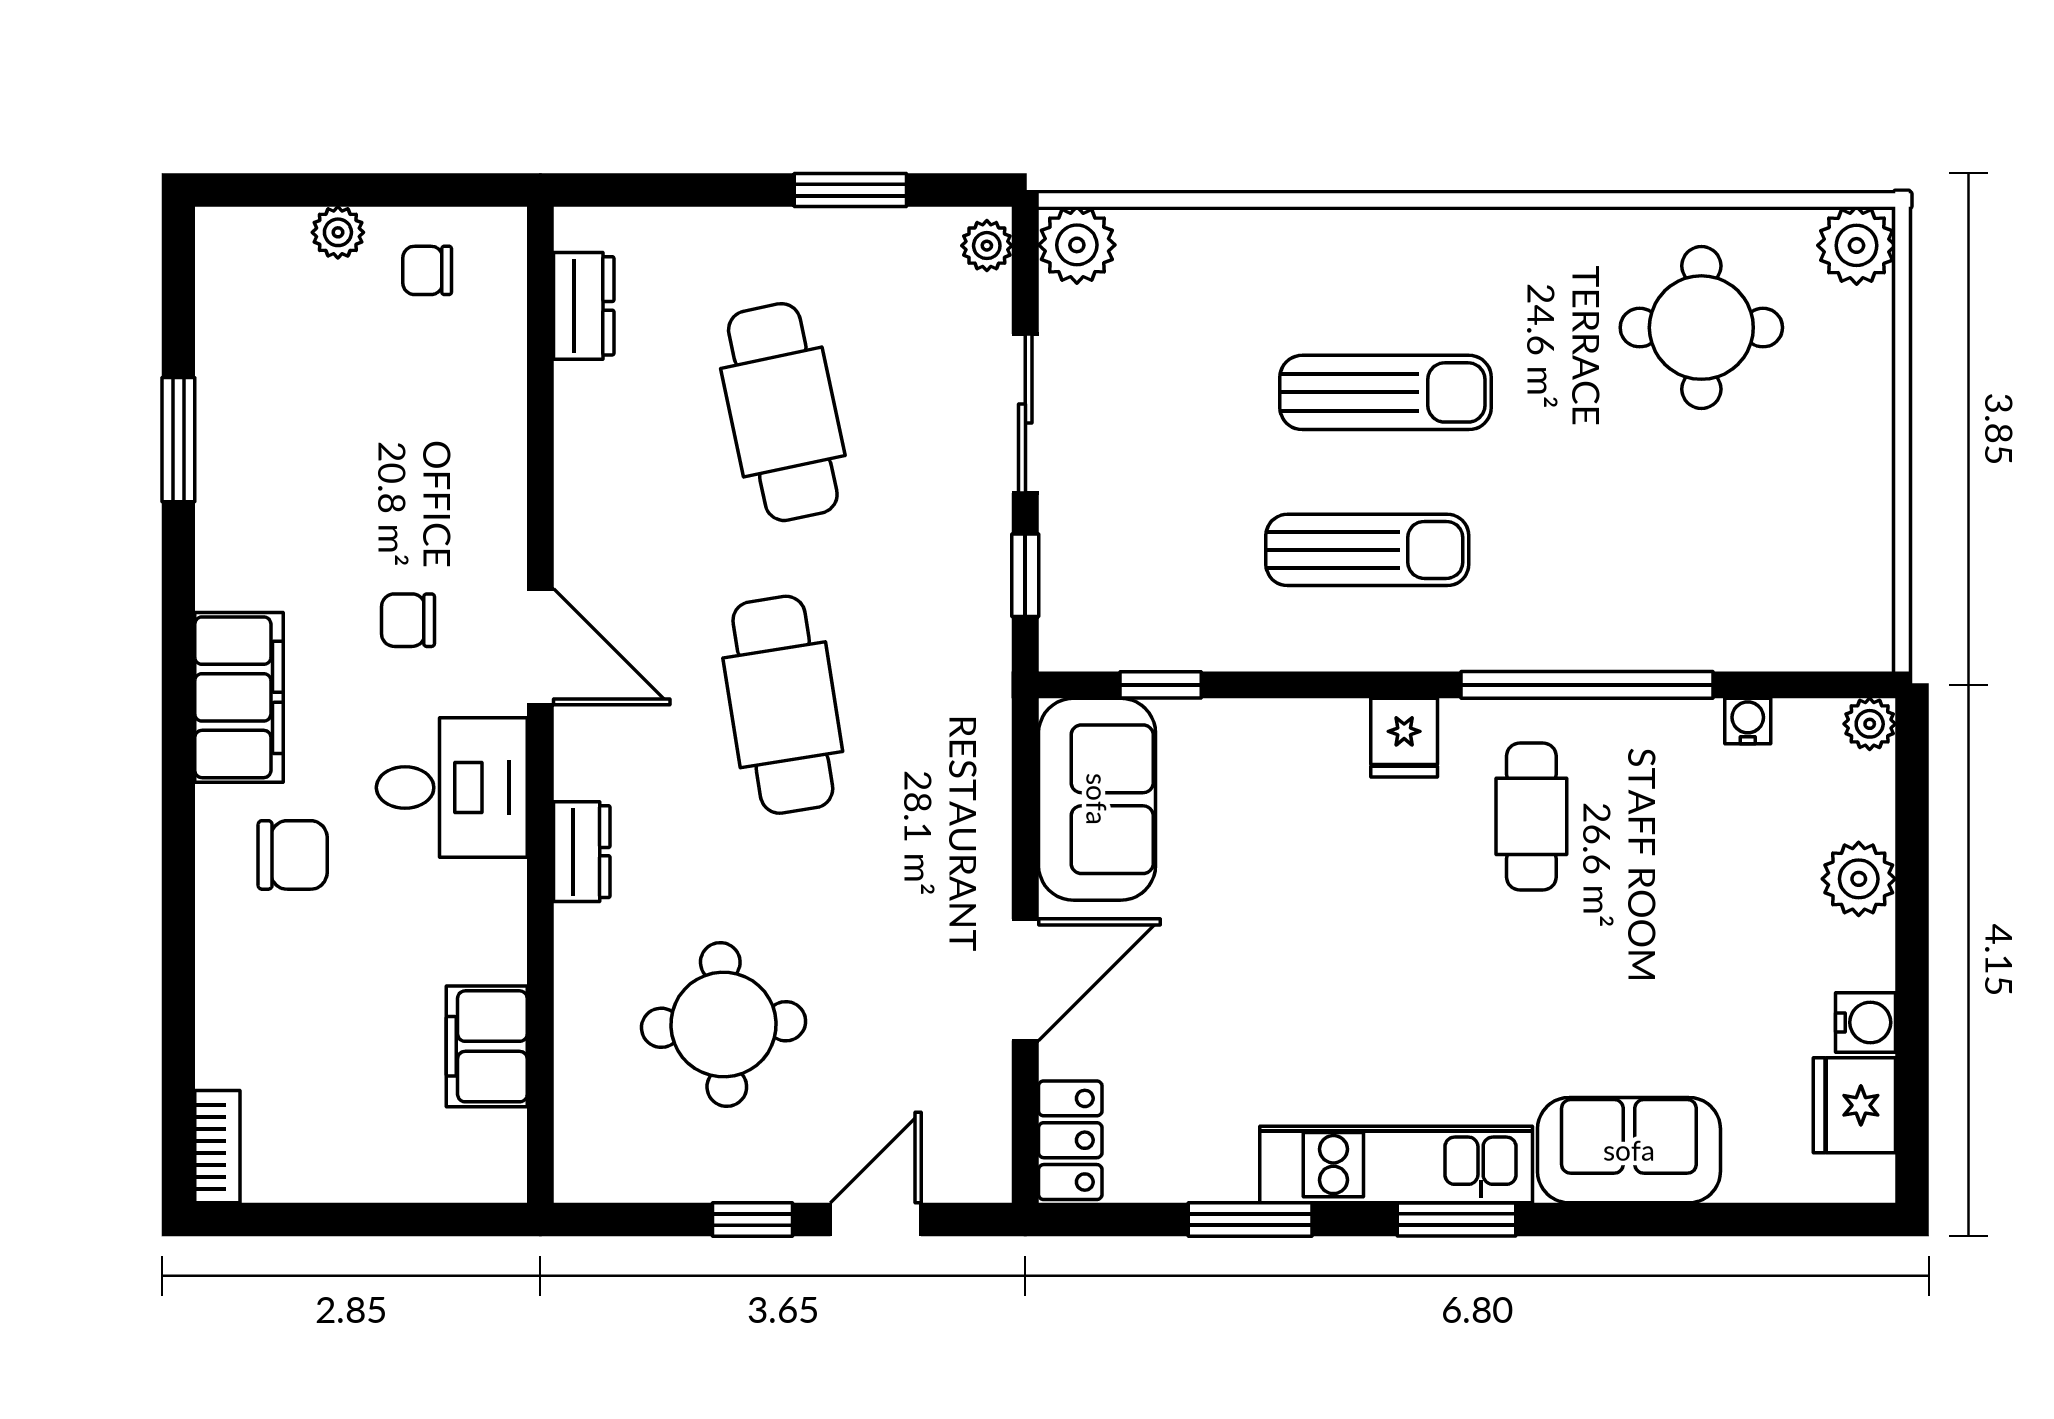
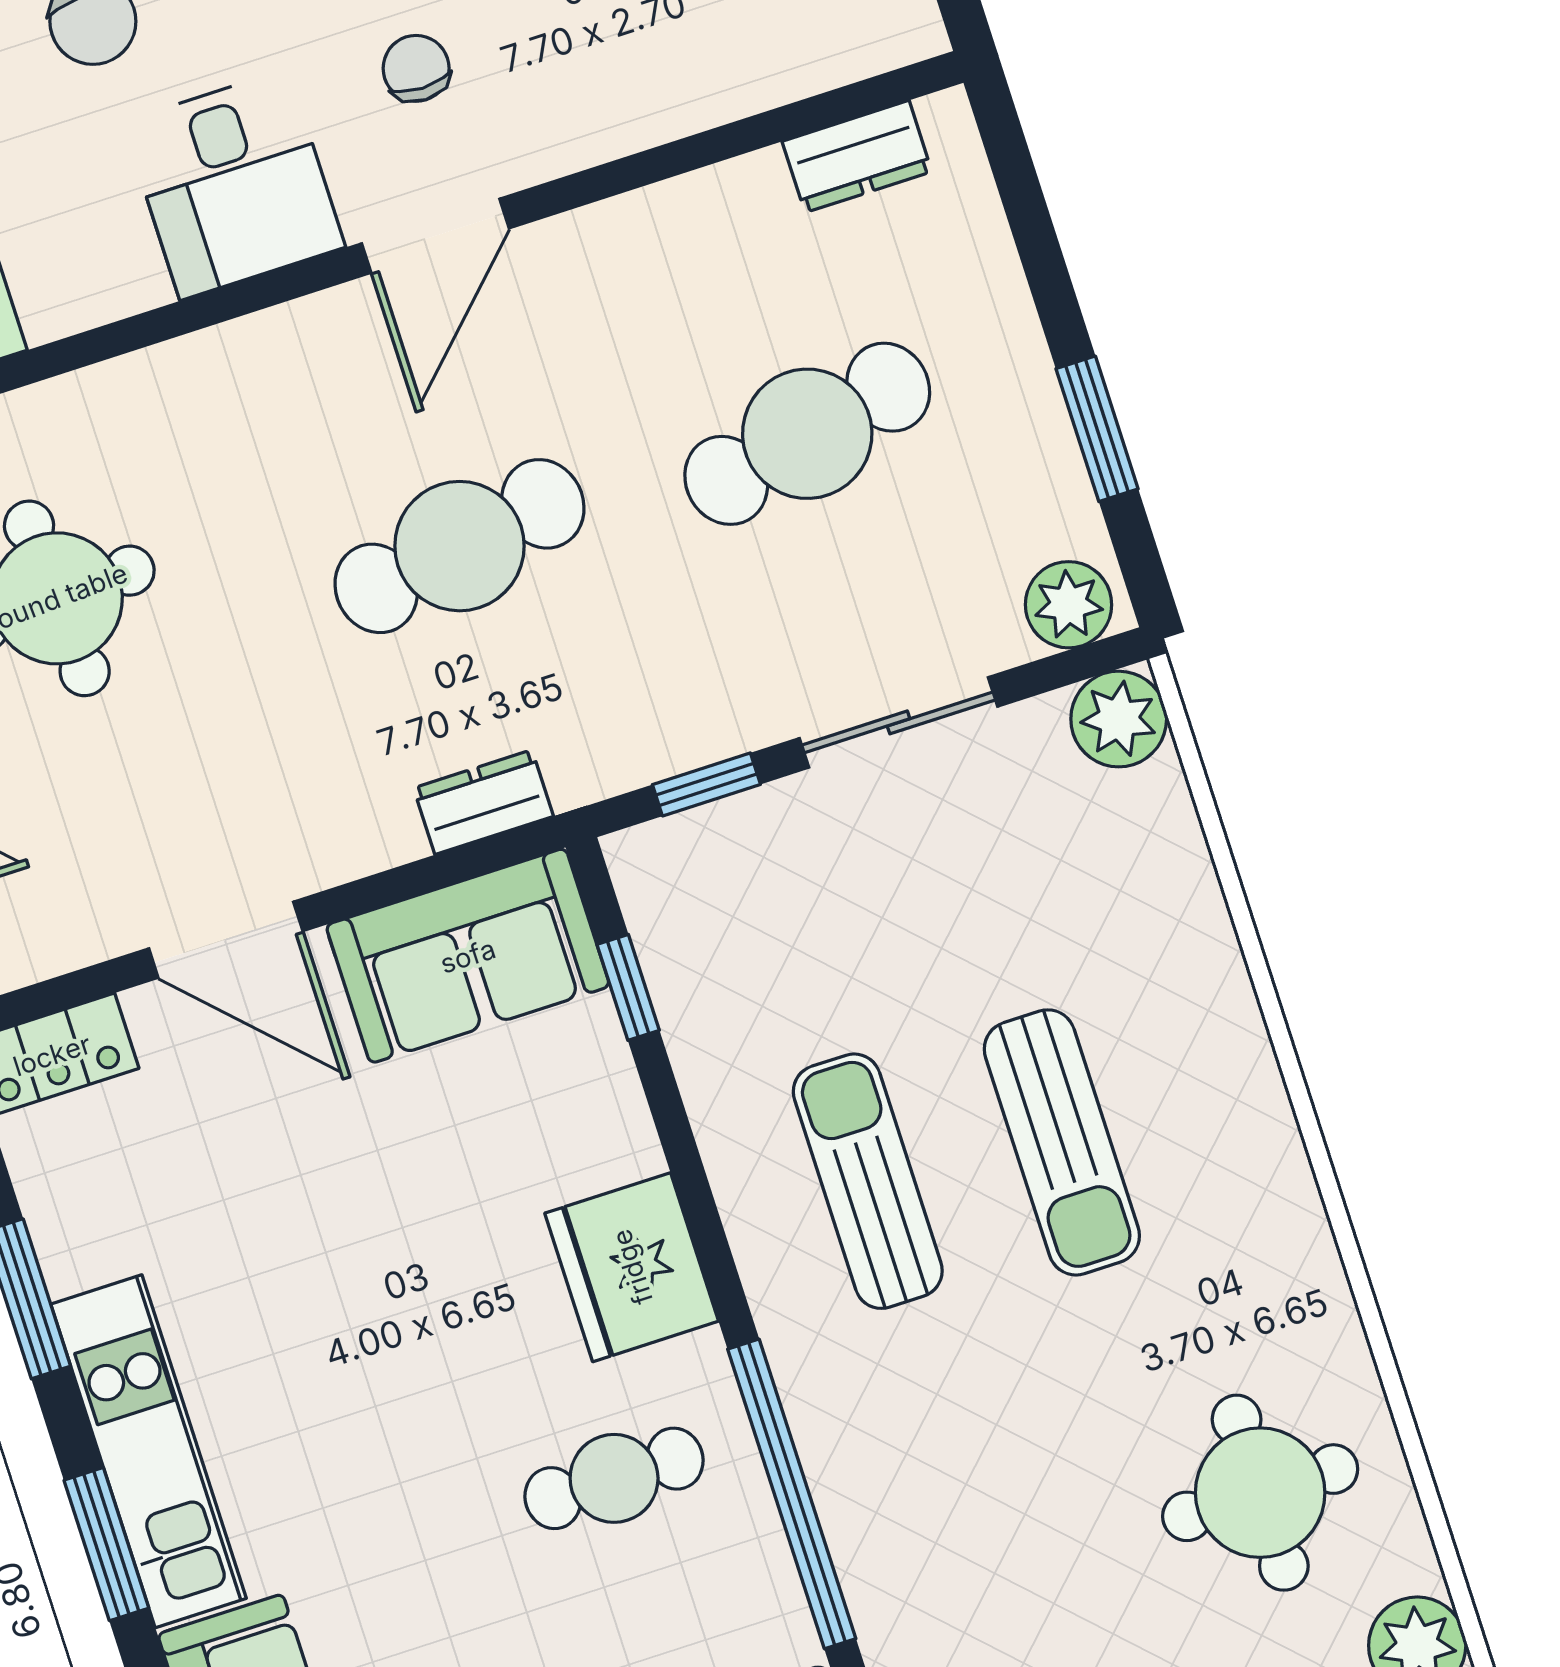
plant: (987, 246) -> (1069, 605), width x1.38, depth x1.38
sun lounger: (1367, 550) -> (868, 1181), turned 180
fridge: (1404, 738) -> (632, 1267), width x1.88, depth x1.34
dresser: (582, 852) -> (483, 802), moved, turned 180

